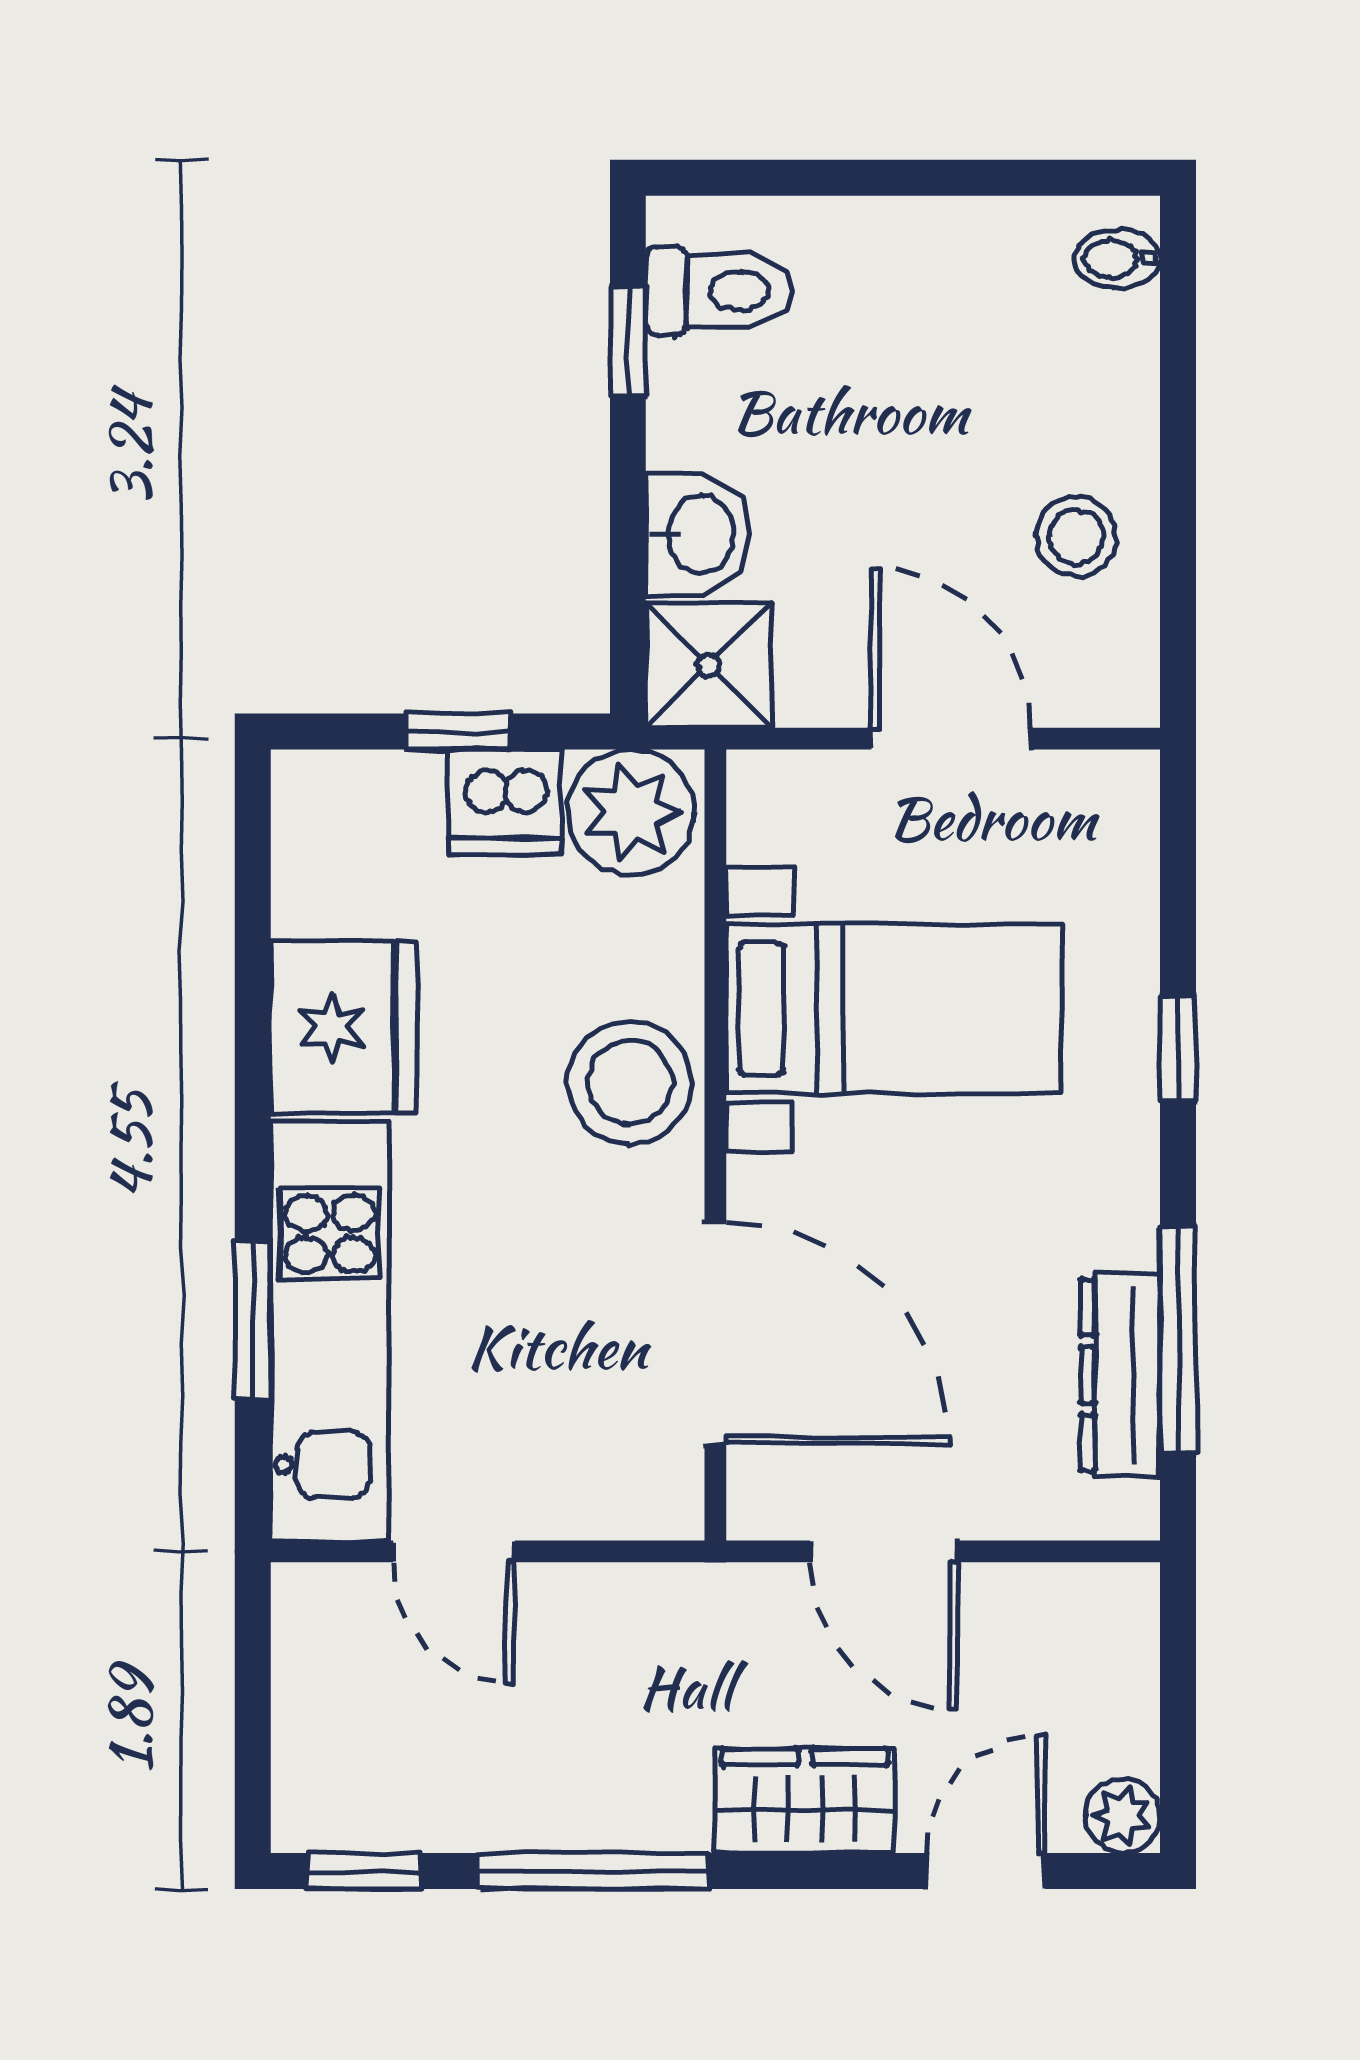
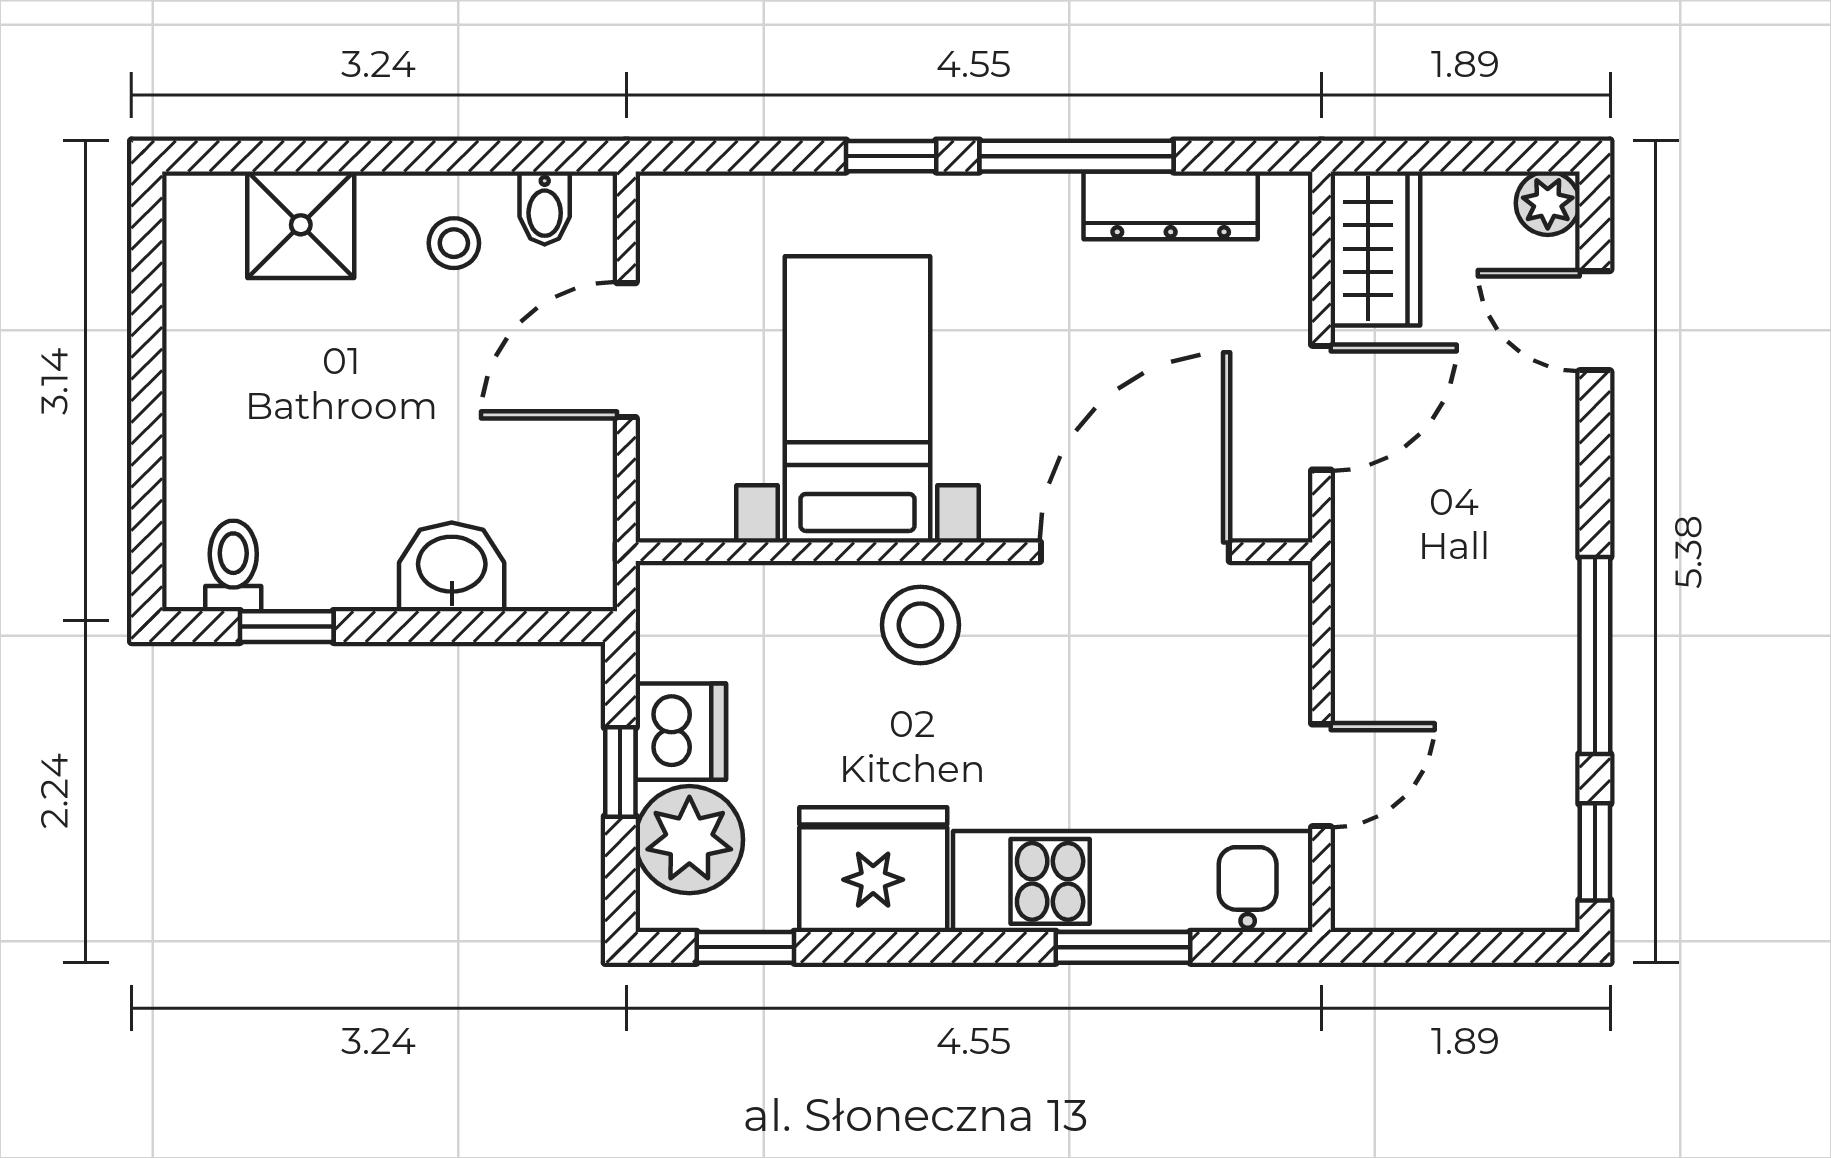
bidet: (1117, 259) -> (545, 208), moved
toilet: (719, 291) -> (233, 566), width x0.73, depth x0.72
stool: (1076, 537) -> (454, 243), width x0.73, depth x0.73
shower: (708, 665) -> (301, 225), moved
plant: (631, 812) -> (689, 840), moved
window: (253, 878) -> (745, 947), added
stool: (630, 1083) -> (920, 625), width x0.73, depth x0.73
window: (1178, 1341) -> (1076, 156), moved
wardrobe: (805, 1801) -> (1375, 249), moved, turned 180

